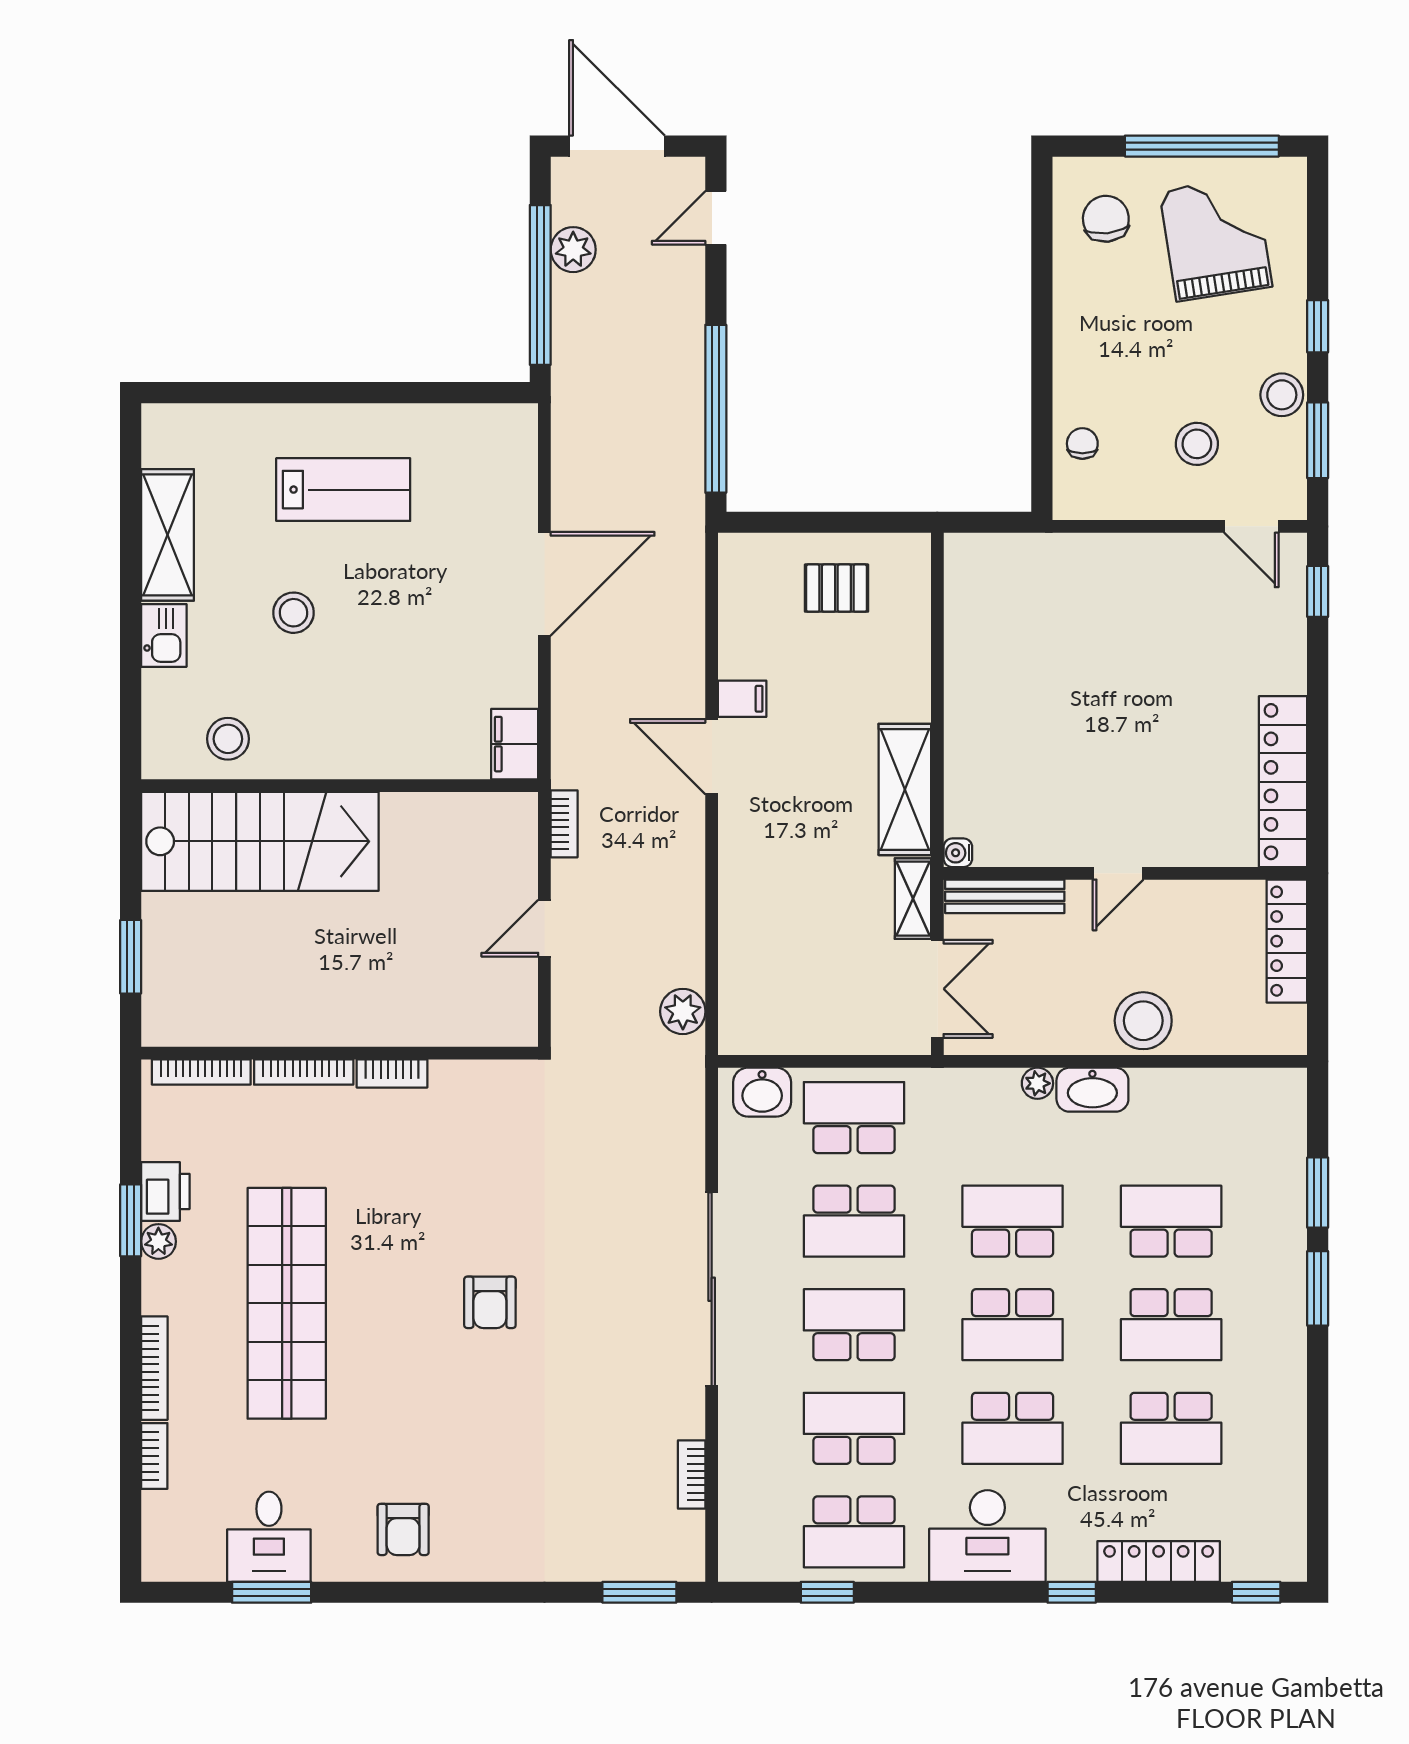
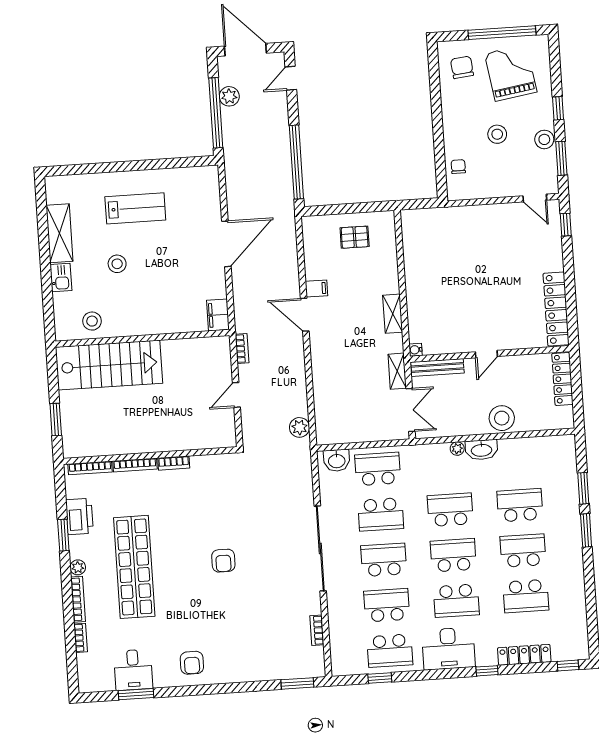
stool: (1197, 444) -> (497, 134), moved
shelving: (905, 789) -> (393, 314), width x0.67, depth x0.75
printer: (165, 1191) -> (79, 516), width x1.37, depth x1.19
plant: (158, 1241) -> (78, 567), moved
school desk: (1013, 1325) -> (453, 555), turned 180
school desk: (1171, 1325) -> (523, 551), turned 180

